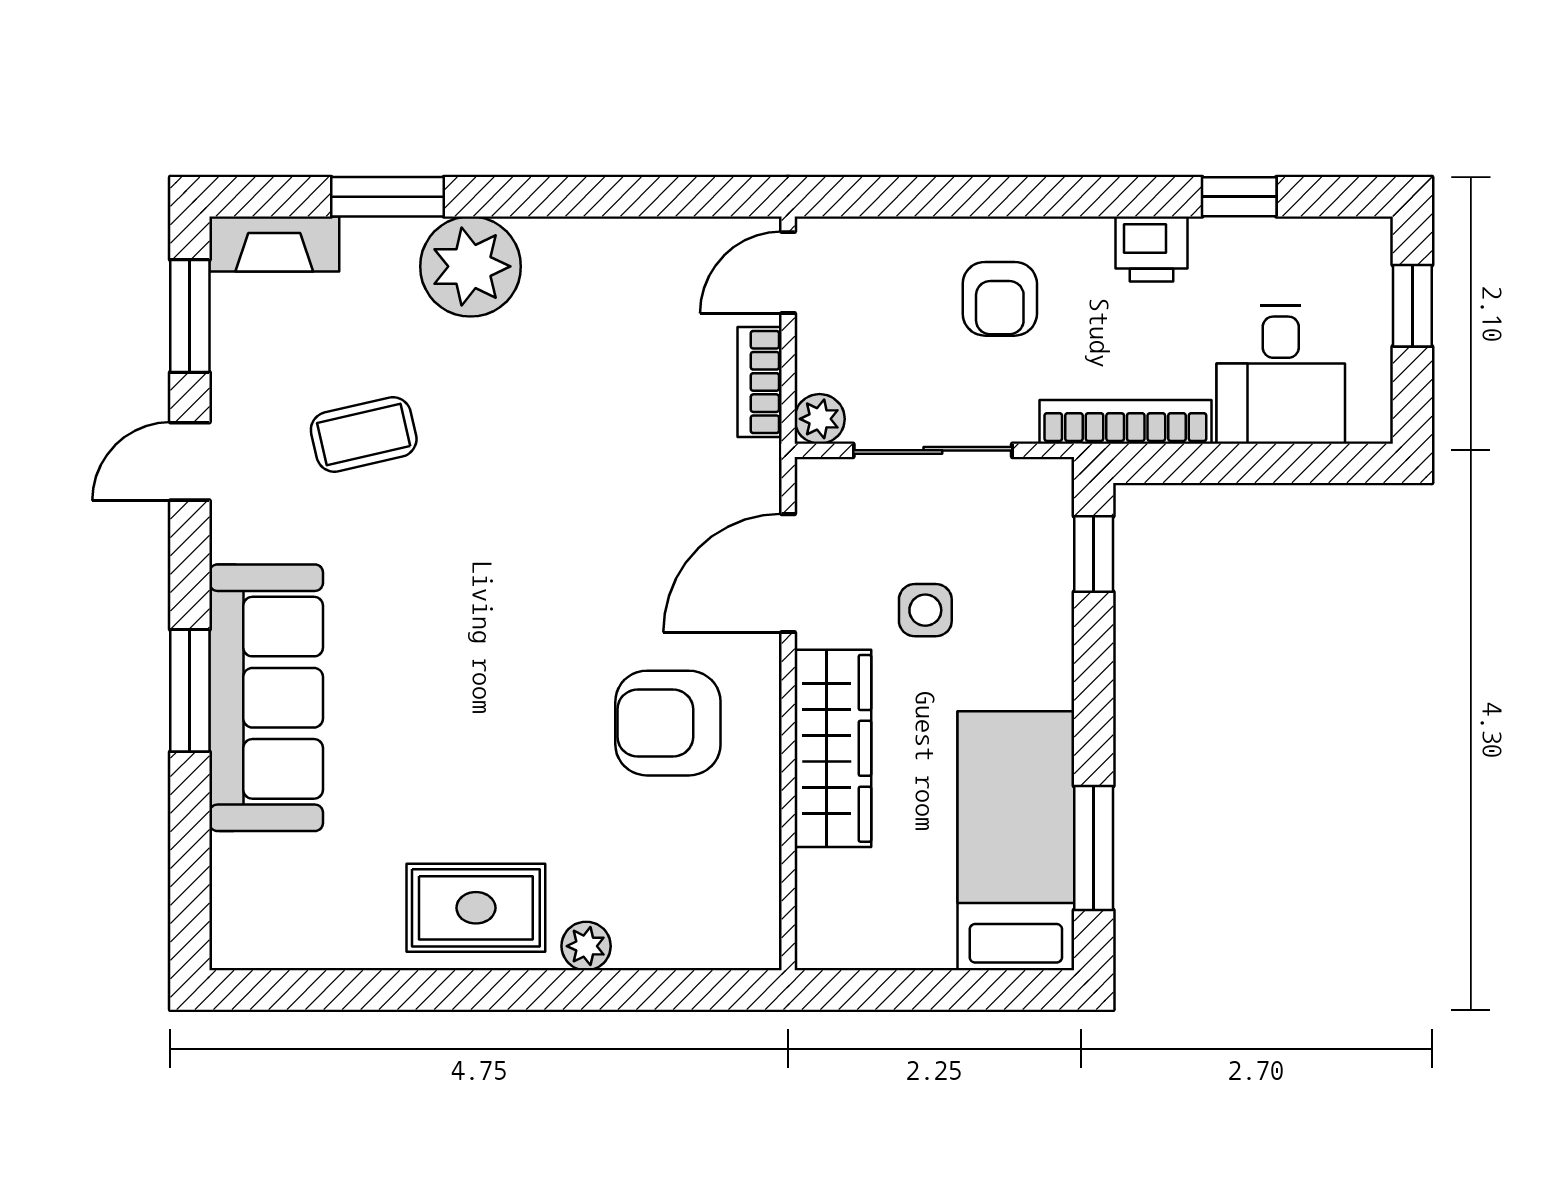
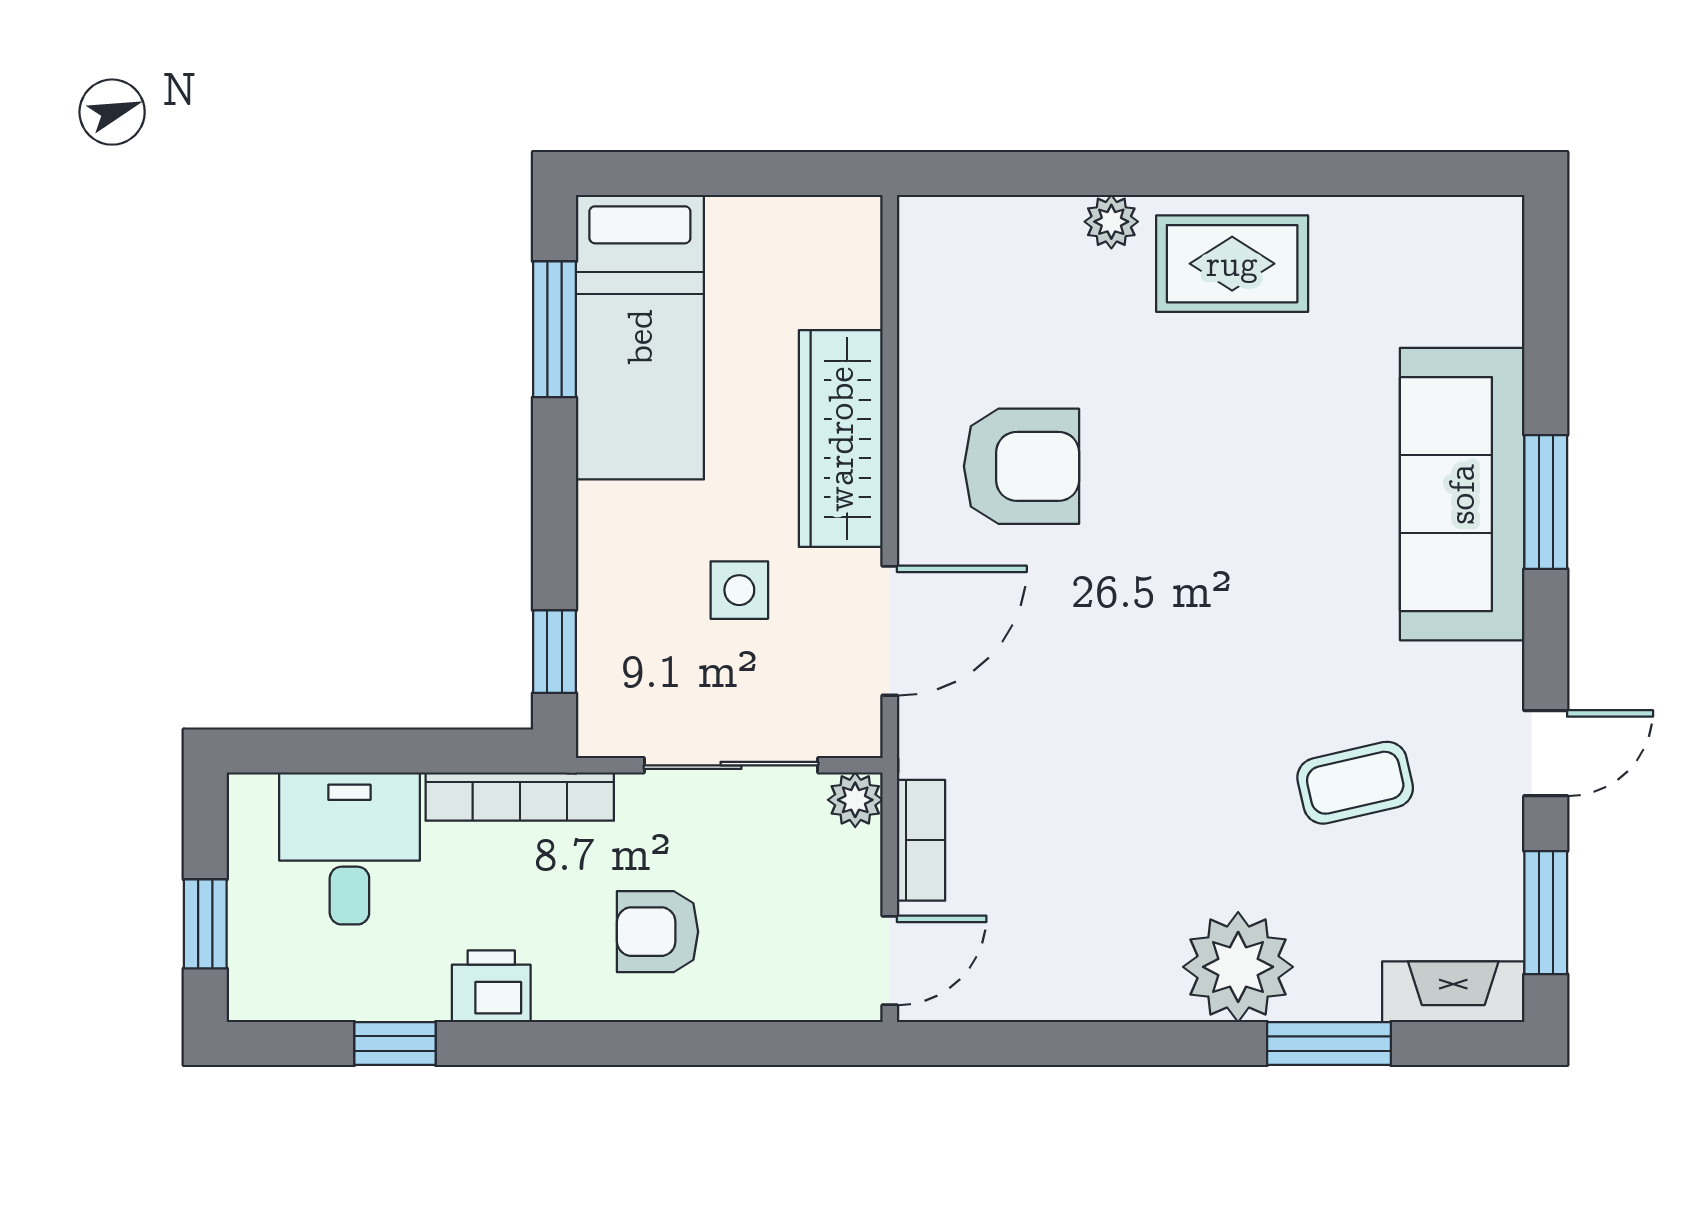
armchair: (1000, 299) -> (658, 932), turned -90

